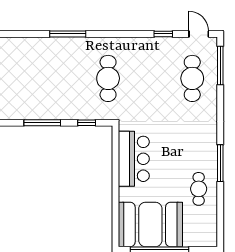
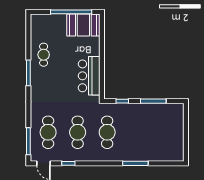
cafe table: (150, 78) -> (78, 132), added
booth: (150, 224) -> (83, 25), width x0.73, depth x0.70

